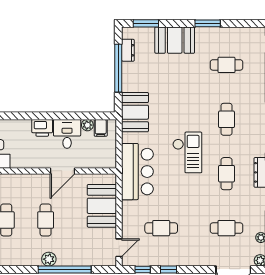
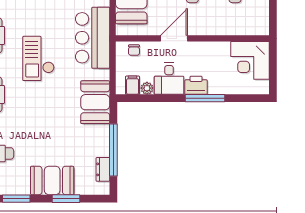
window: (146, 23) -> (66, 199), moved
window: (34, 116) -> (205, 98), added
chair: (99, 160) -> (134, 50), added

